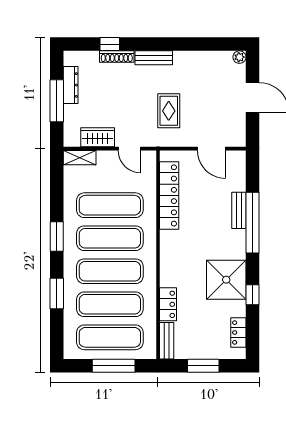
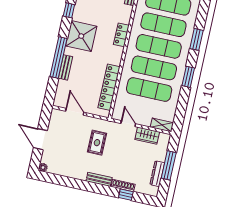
shower: (226, 280) -> (81, 36), moved
locker: (168, 304) -> (121, 35), moved

